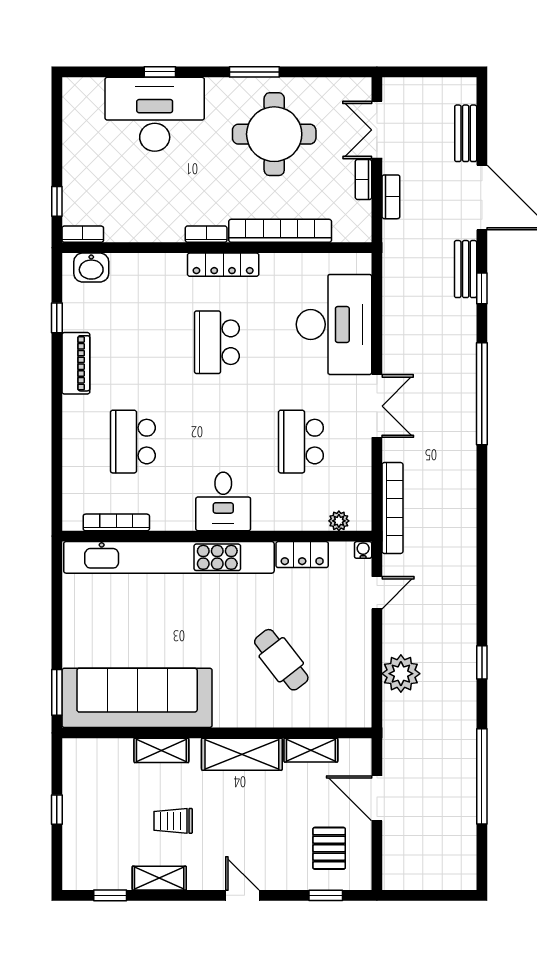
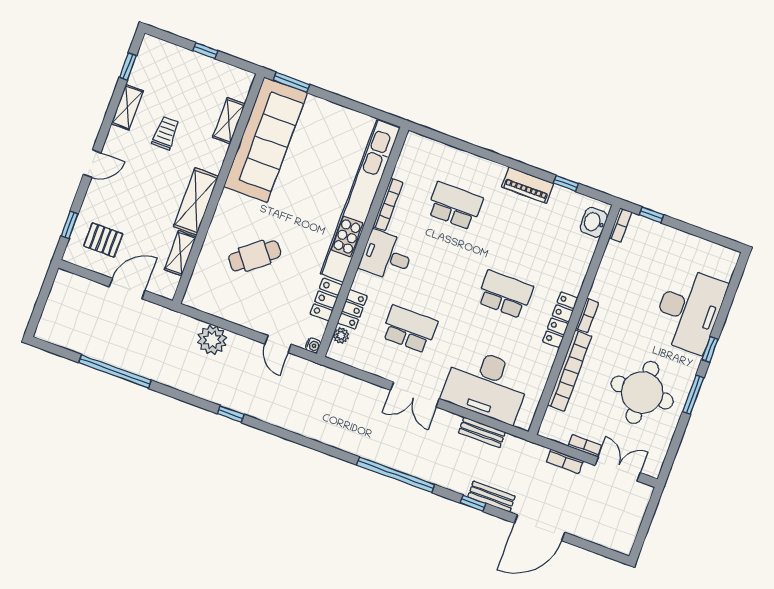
window: (160, 72) -> (710, 349), moved
bench: (466, 133) -> (482, 432), moved
bookcase: (392, 508) -> (336, 378), removed
locker: (302, 519) -> (352, 309), added
bookcase: (116, 522) -> (388, 204), moved
window: (482, 662) -> (231, 414), moved
shelving: (161, 750) -> (229, 121), moved

